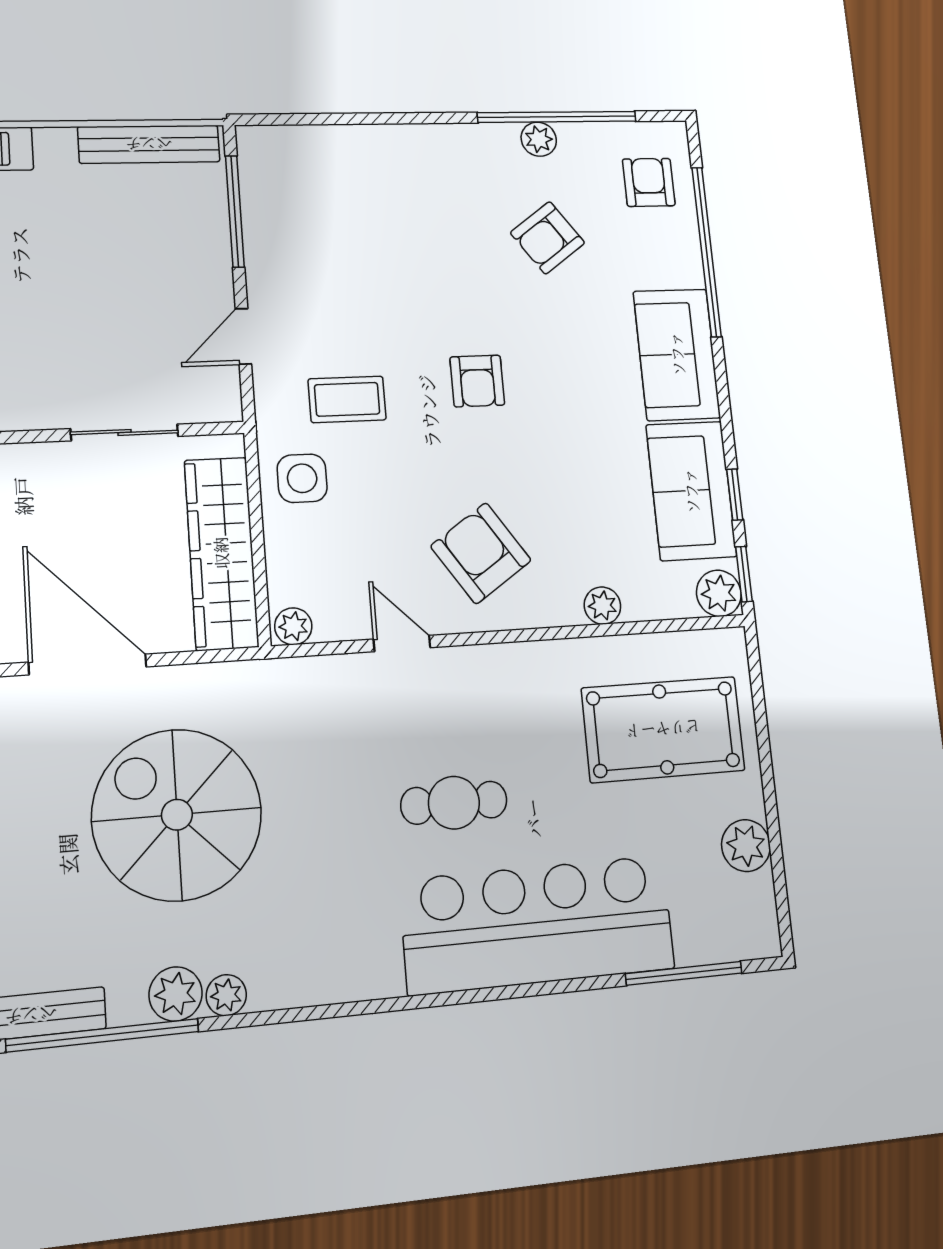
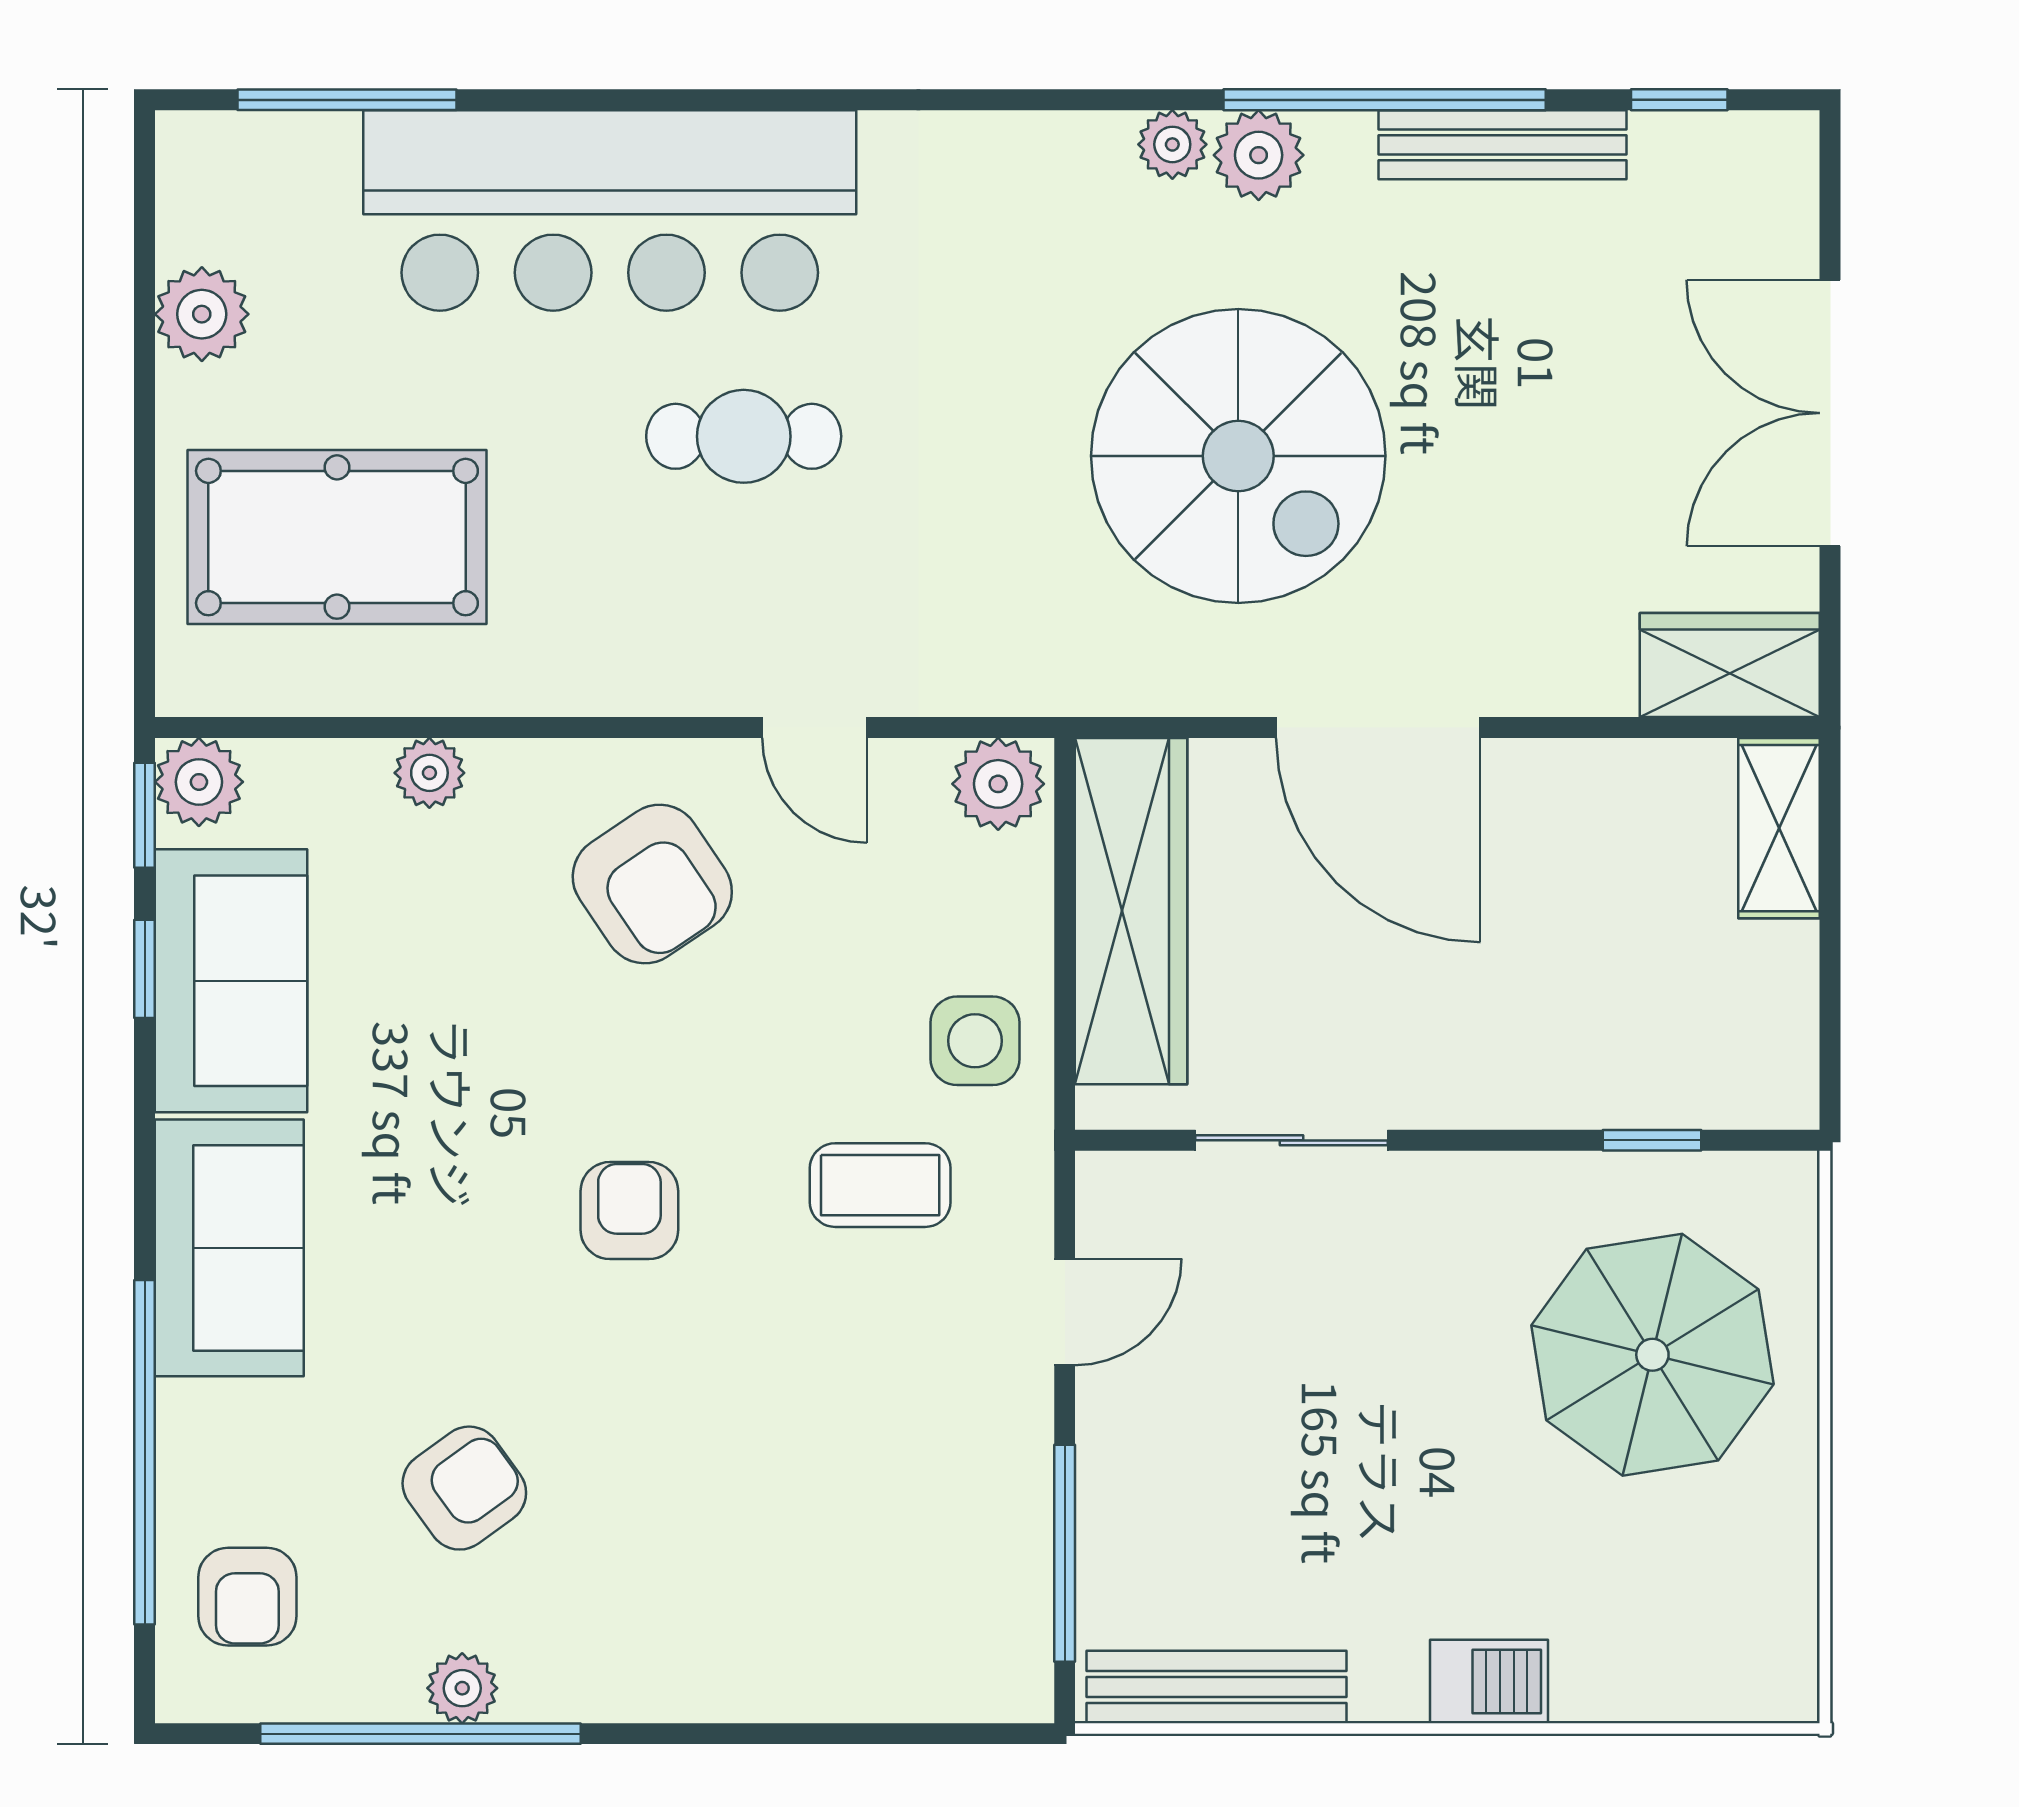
plant: (293, 626) -> (998, 784), width x1.38, depth x1.38

